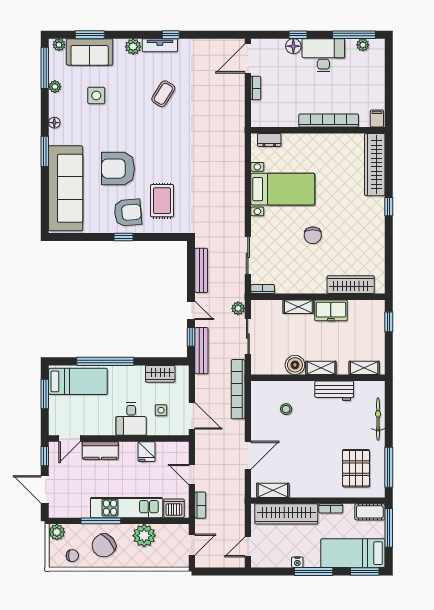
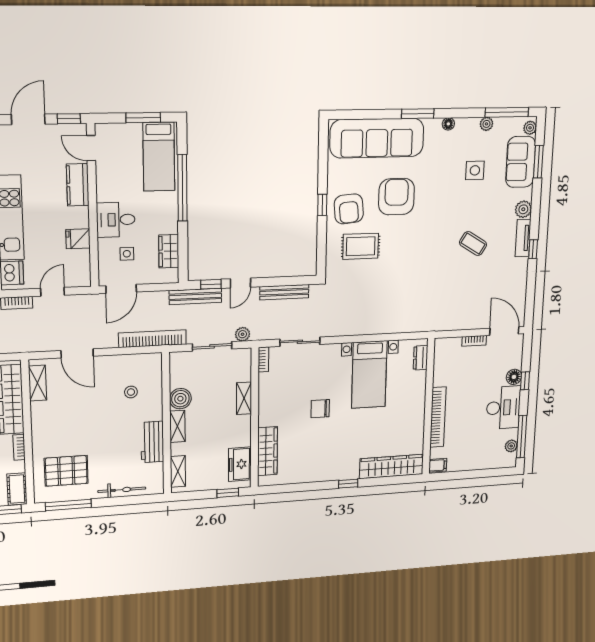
freezer: (331, 310) -> (240, 464), moved

